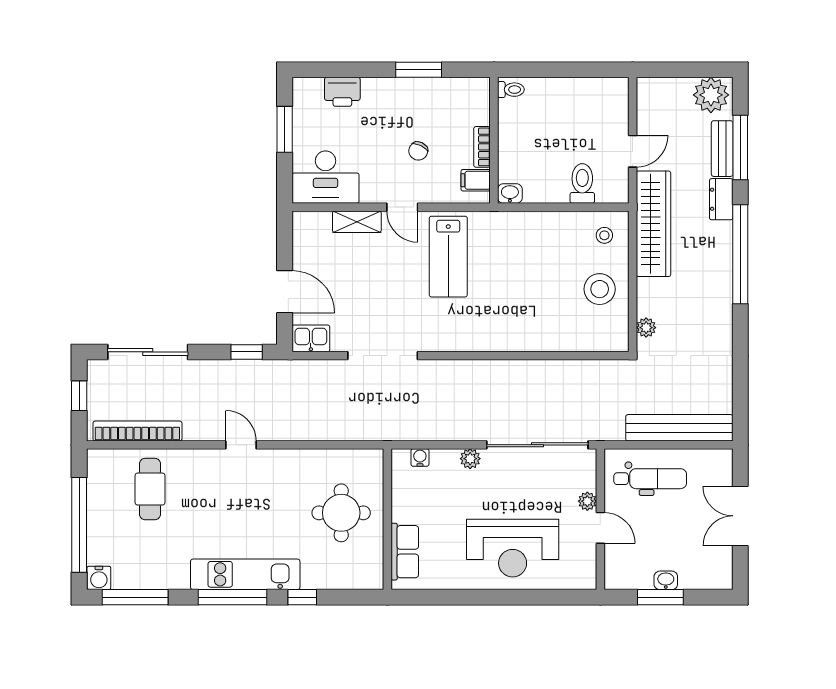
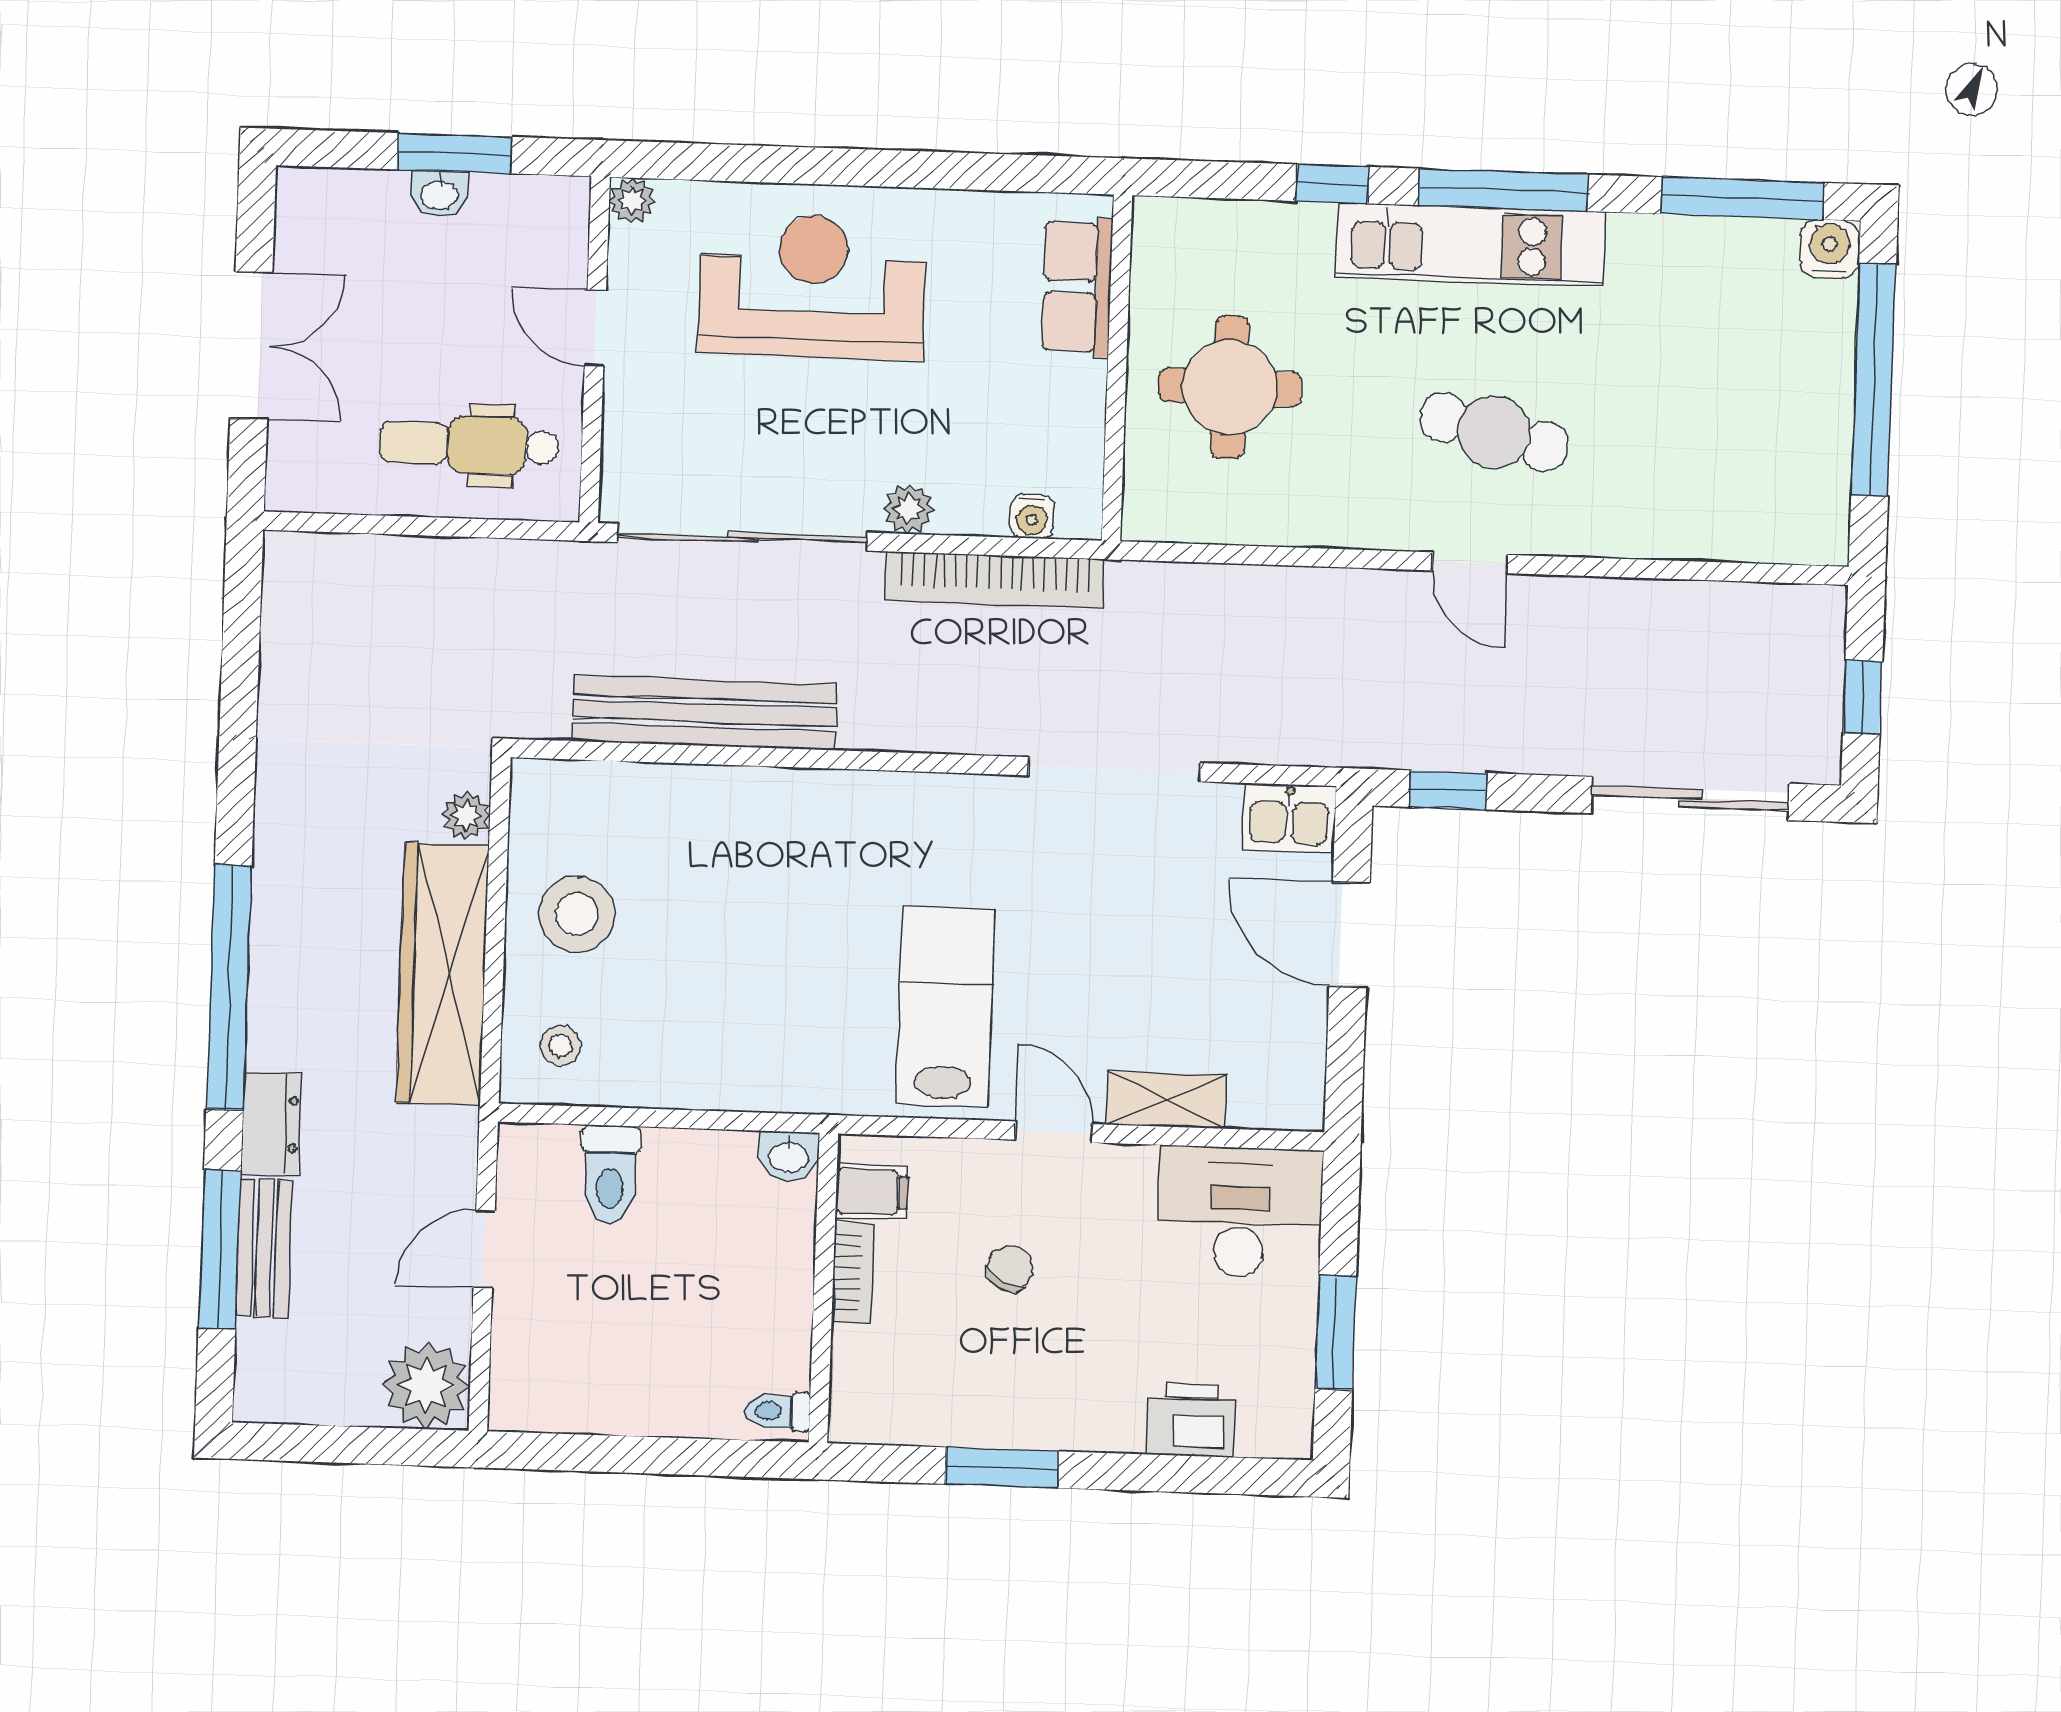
plant: (711, 95) -> (426, 1385), moved
wardrobe: (653, 224) -> (443, 974), moved
bench: (679, 428) -> (704, 713), moved
bookcase: (137, 431) -> (994, 580), moved
cafe table: (150, 489) -> (1494, 432), moved, turned -76
plant: (587, 501) -> (632, 201), moved

